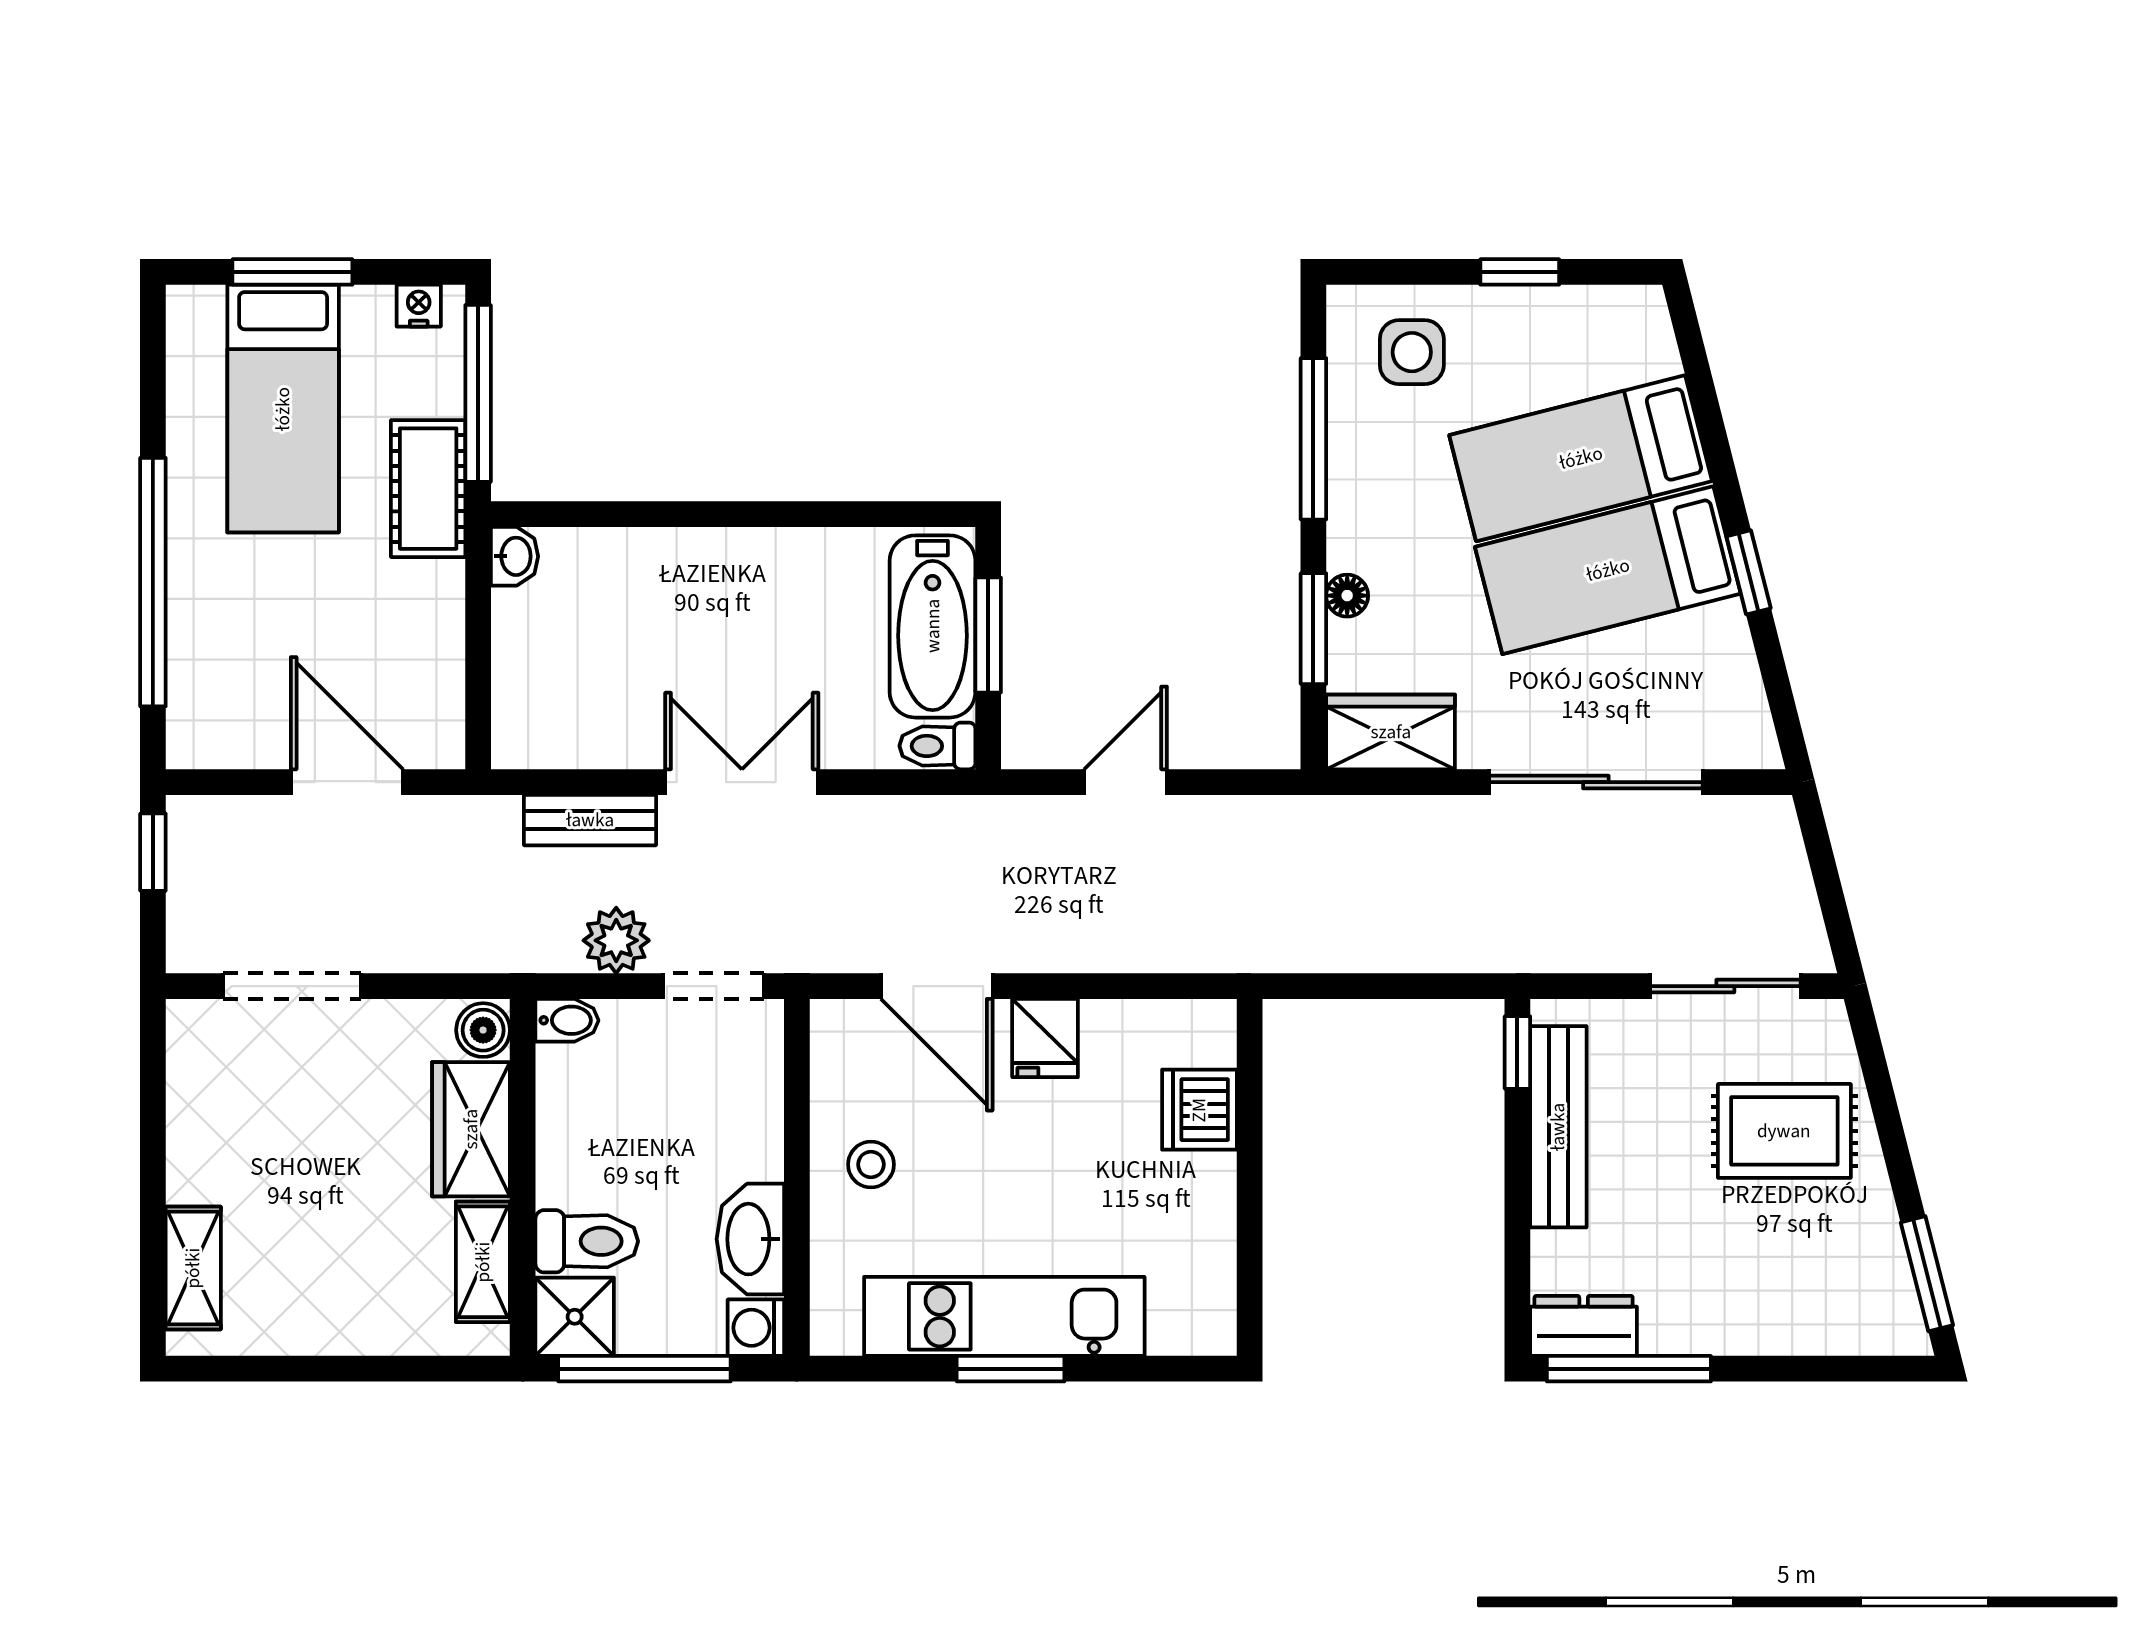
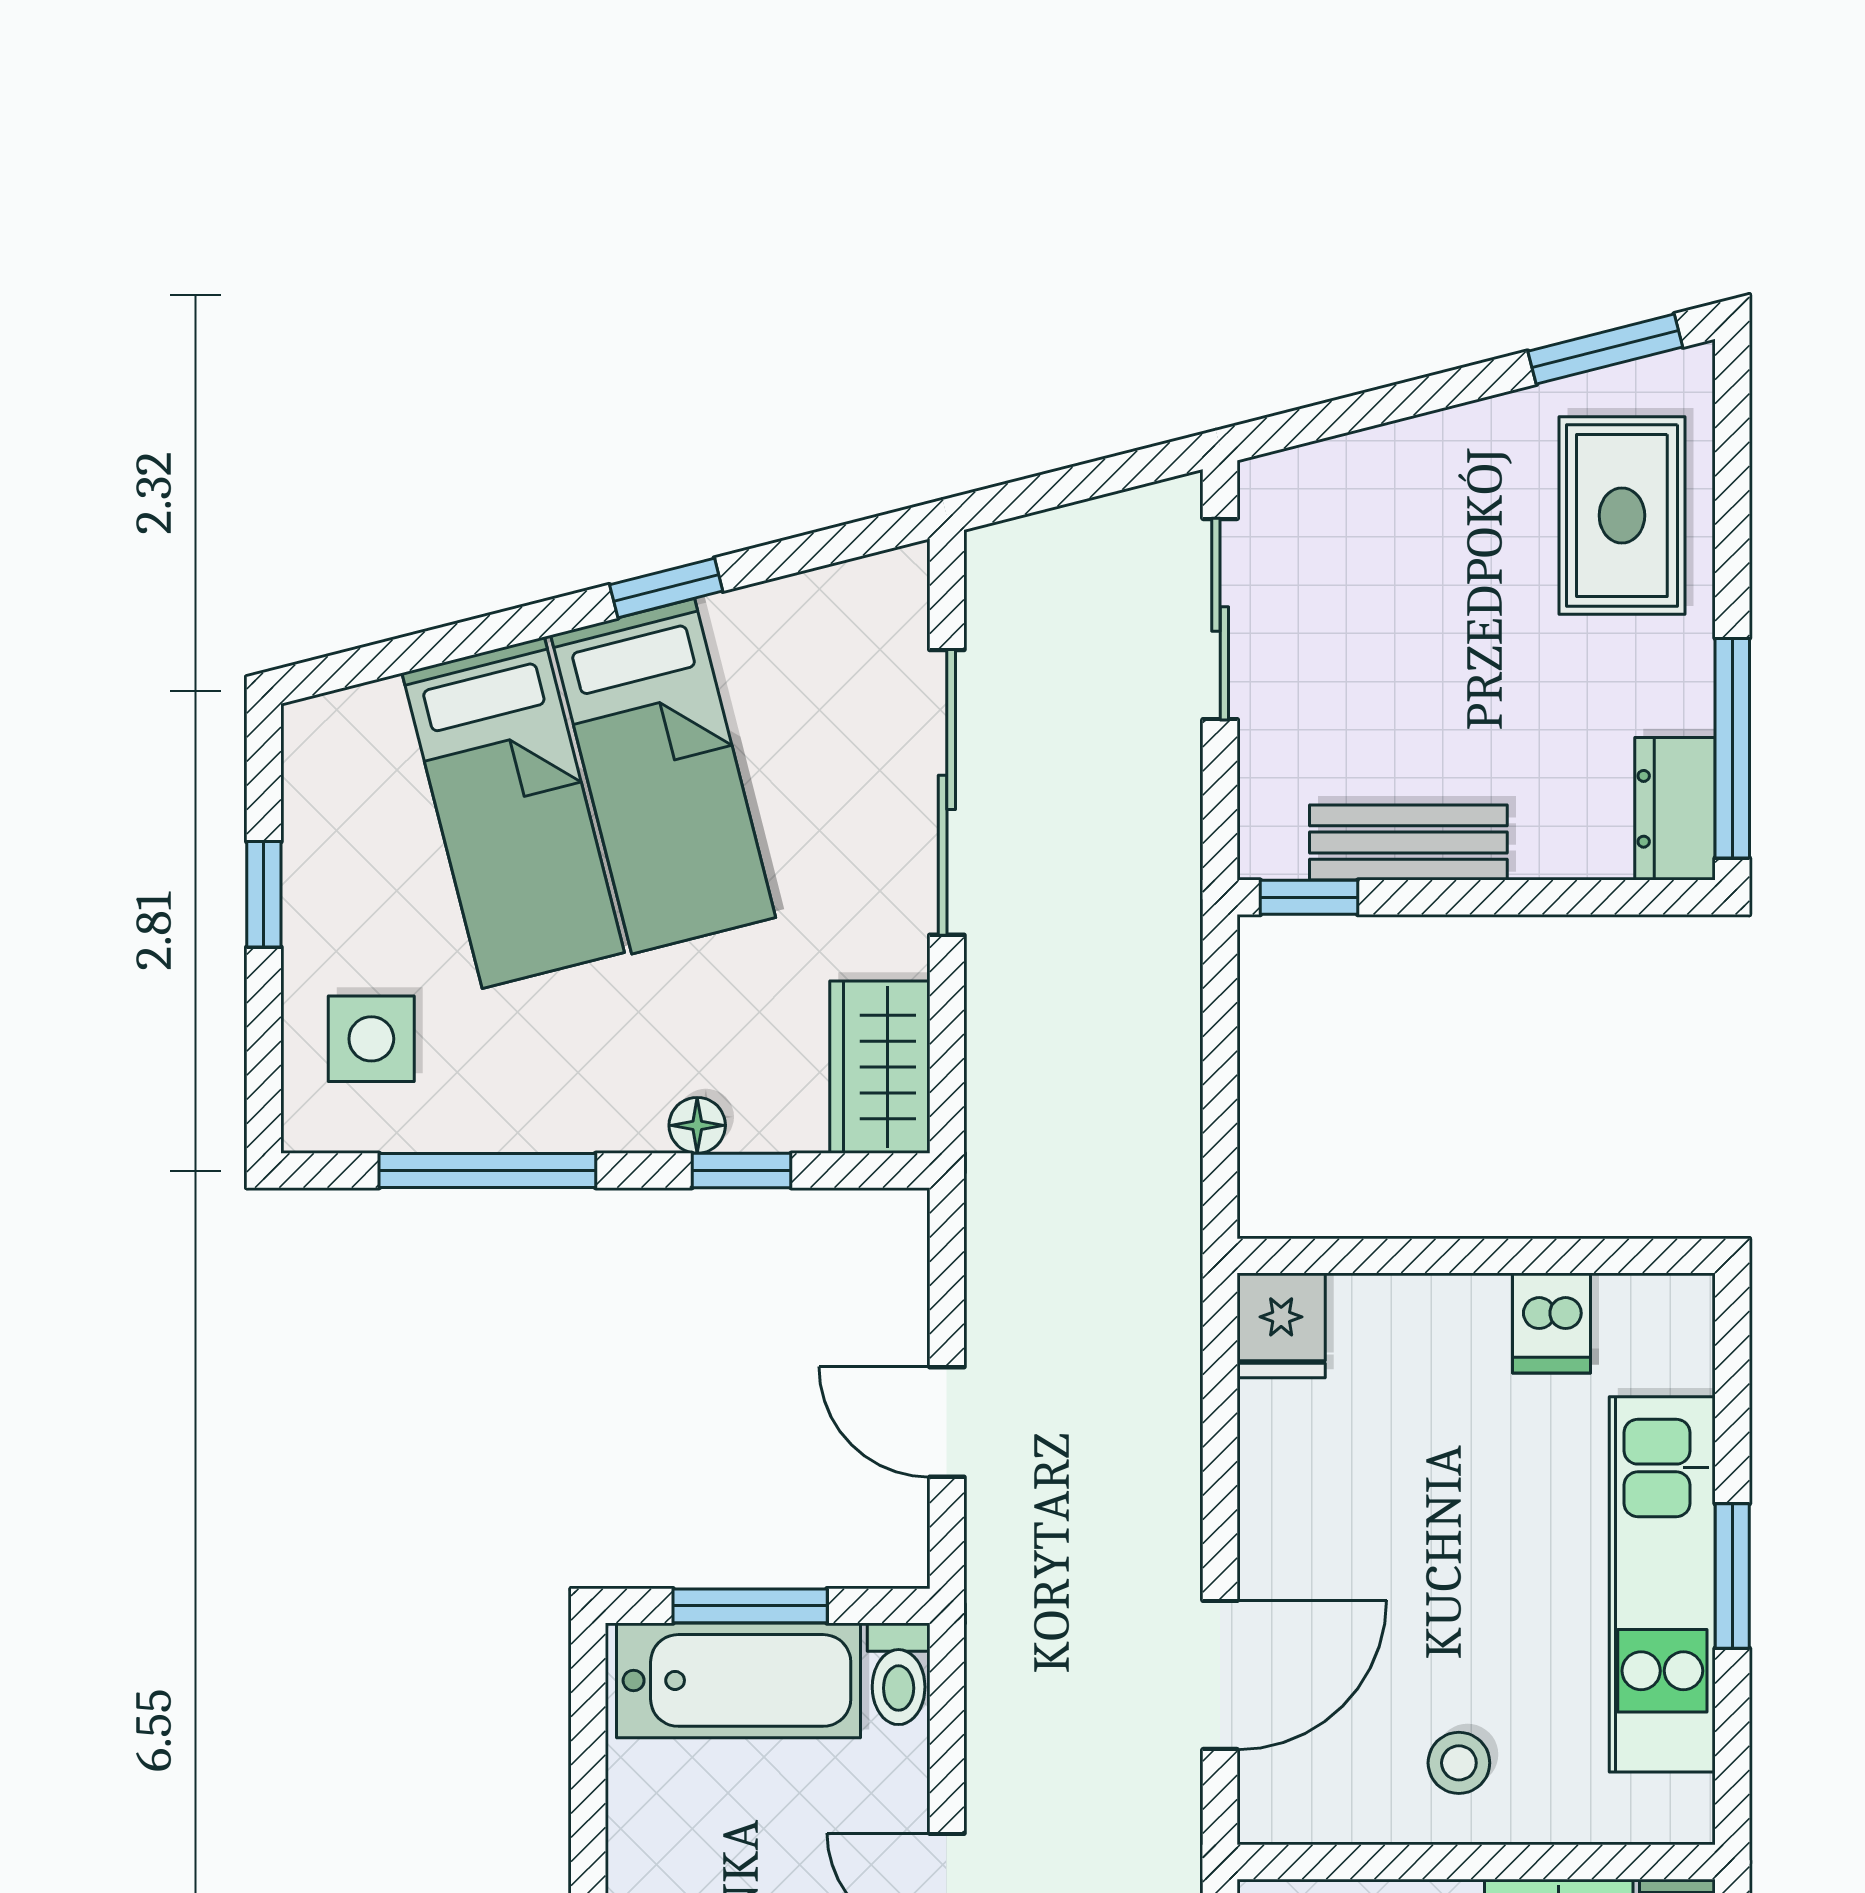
window: (1313, 629) -> (741, 1171), width x0.67
fridge: (1045, 1038) -> (1281, 1325), moved, turned 90
dishwasher: (1199, 1110) -> (1552, 1323), moved, width x0.73
bench: (1558, 1127) -> (1408, 843), width x0.73
rug: (1784, 1131) -> (1622, 515), moved

